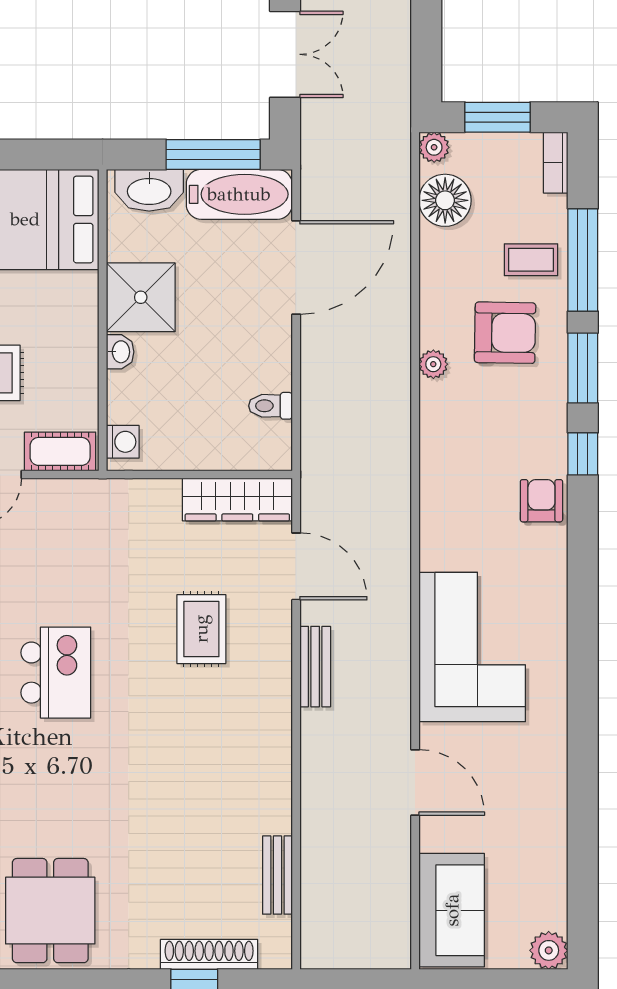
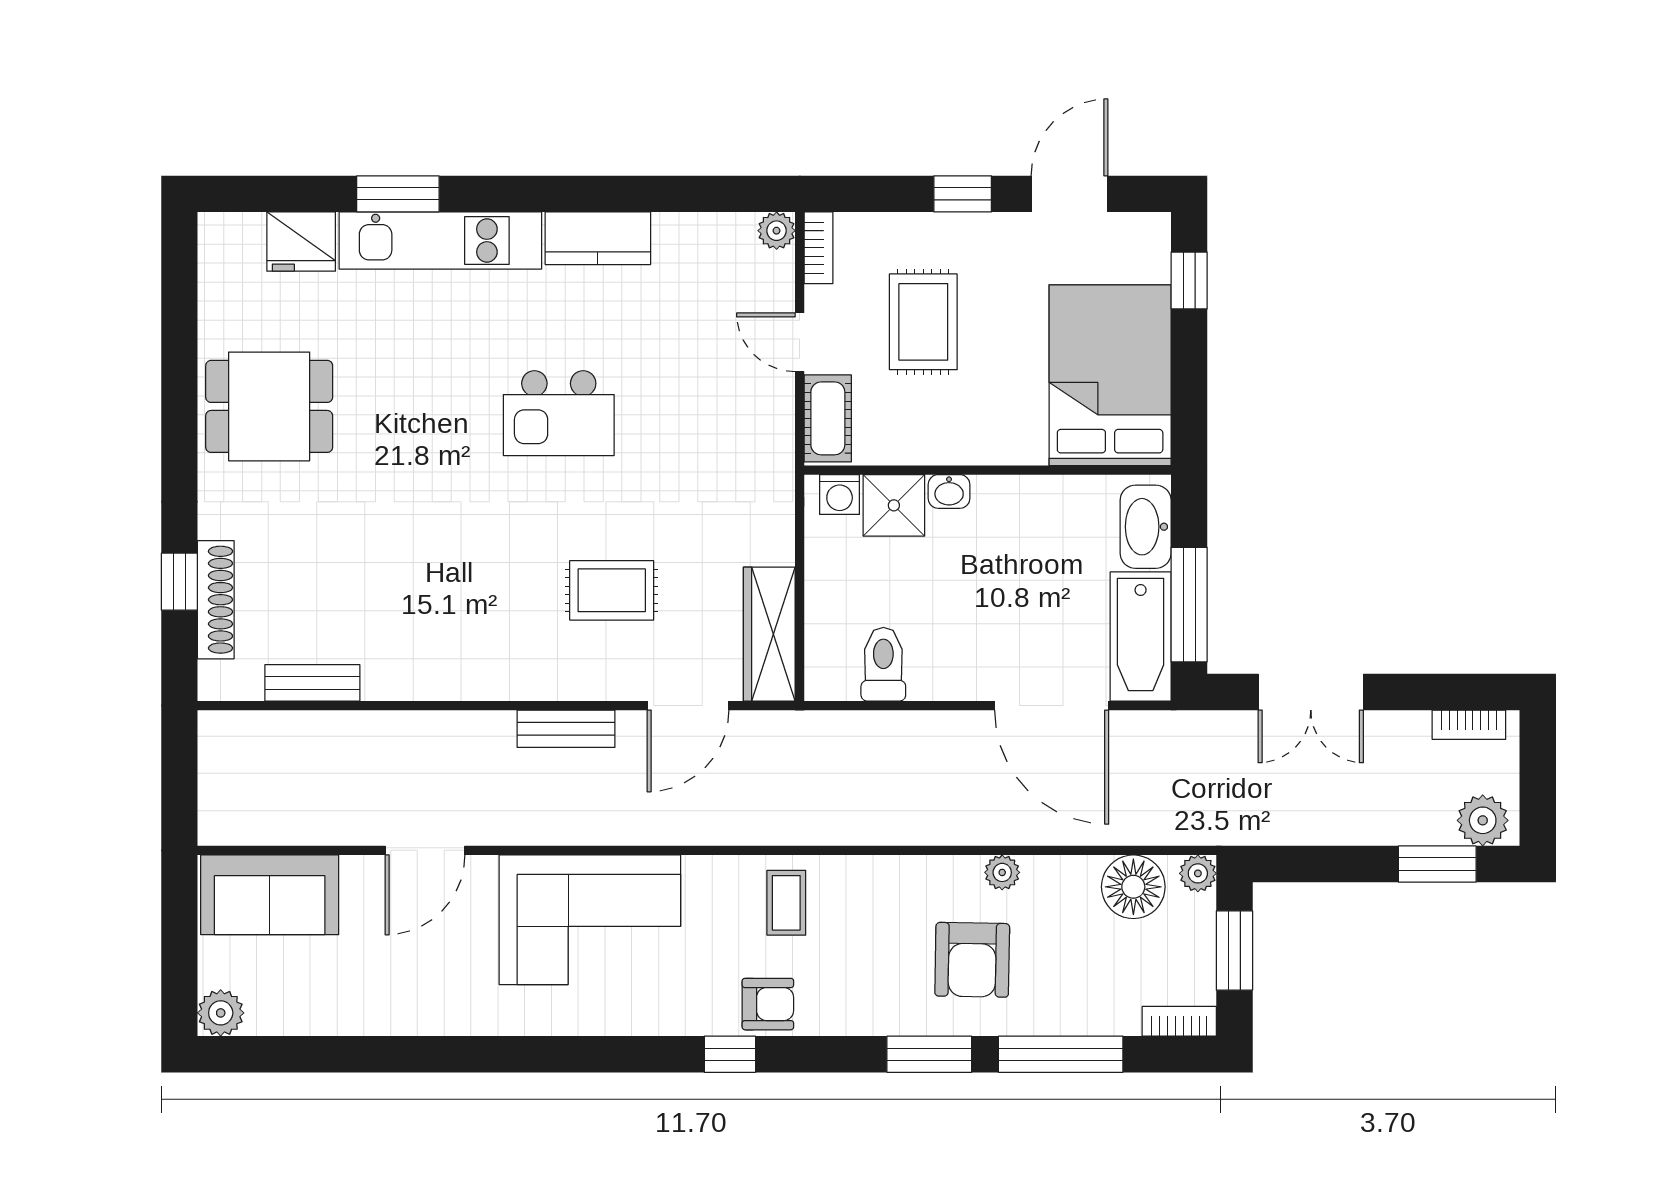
coffee table: (531, 260) -> (786, 903), moved
shower: (141, 297) -> (894, 505), moved, width x0.73, depth x0.73
plant: (433, 364) -> (1002, 872), moved
toilet: (271, 406) -> (883, 664), width x1.37, depth x1.39
window: (583, 454) -> (730, 1054), moved

